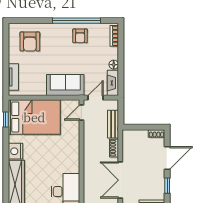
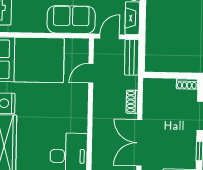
door: (81, 113) -> (91, 73), moved
bench: (113, 124) -> (132, 57), moved

